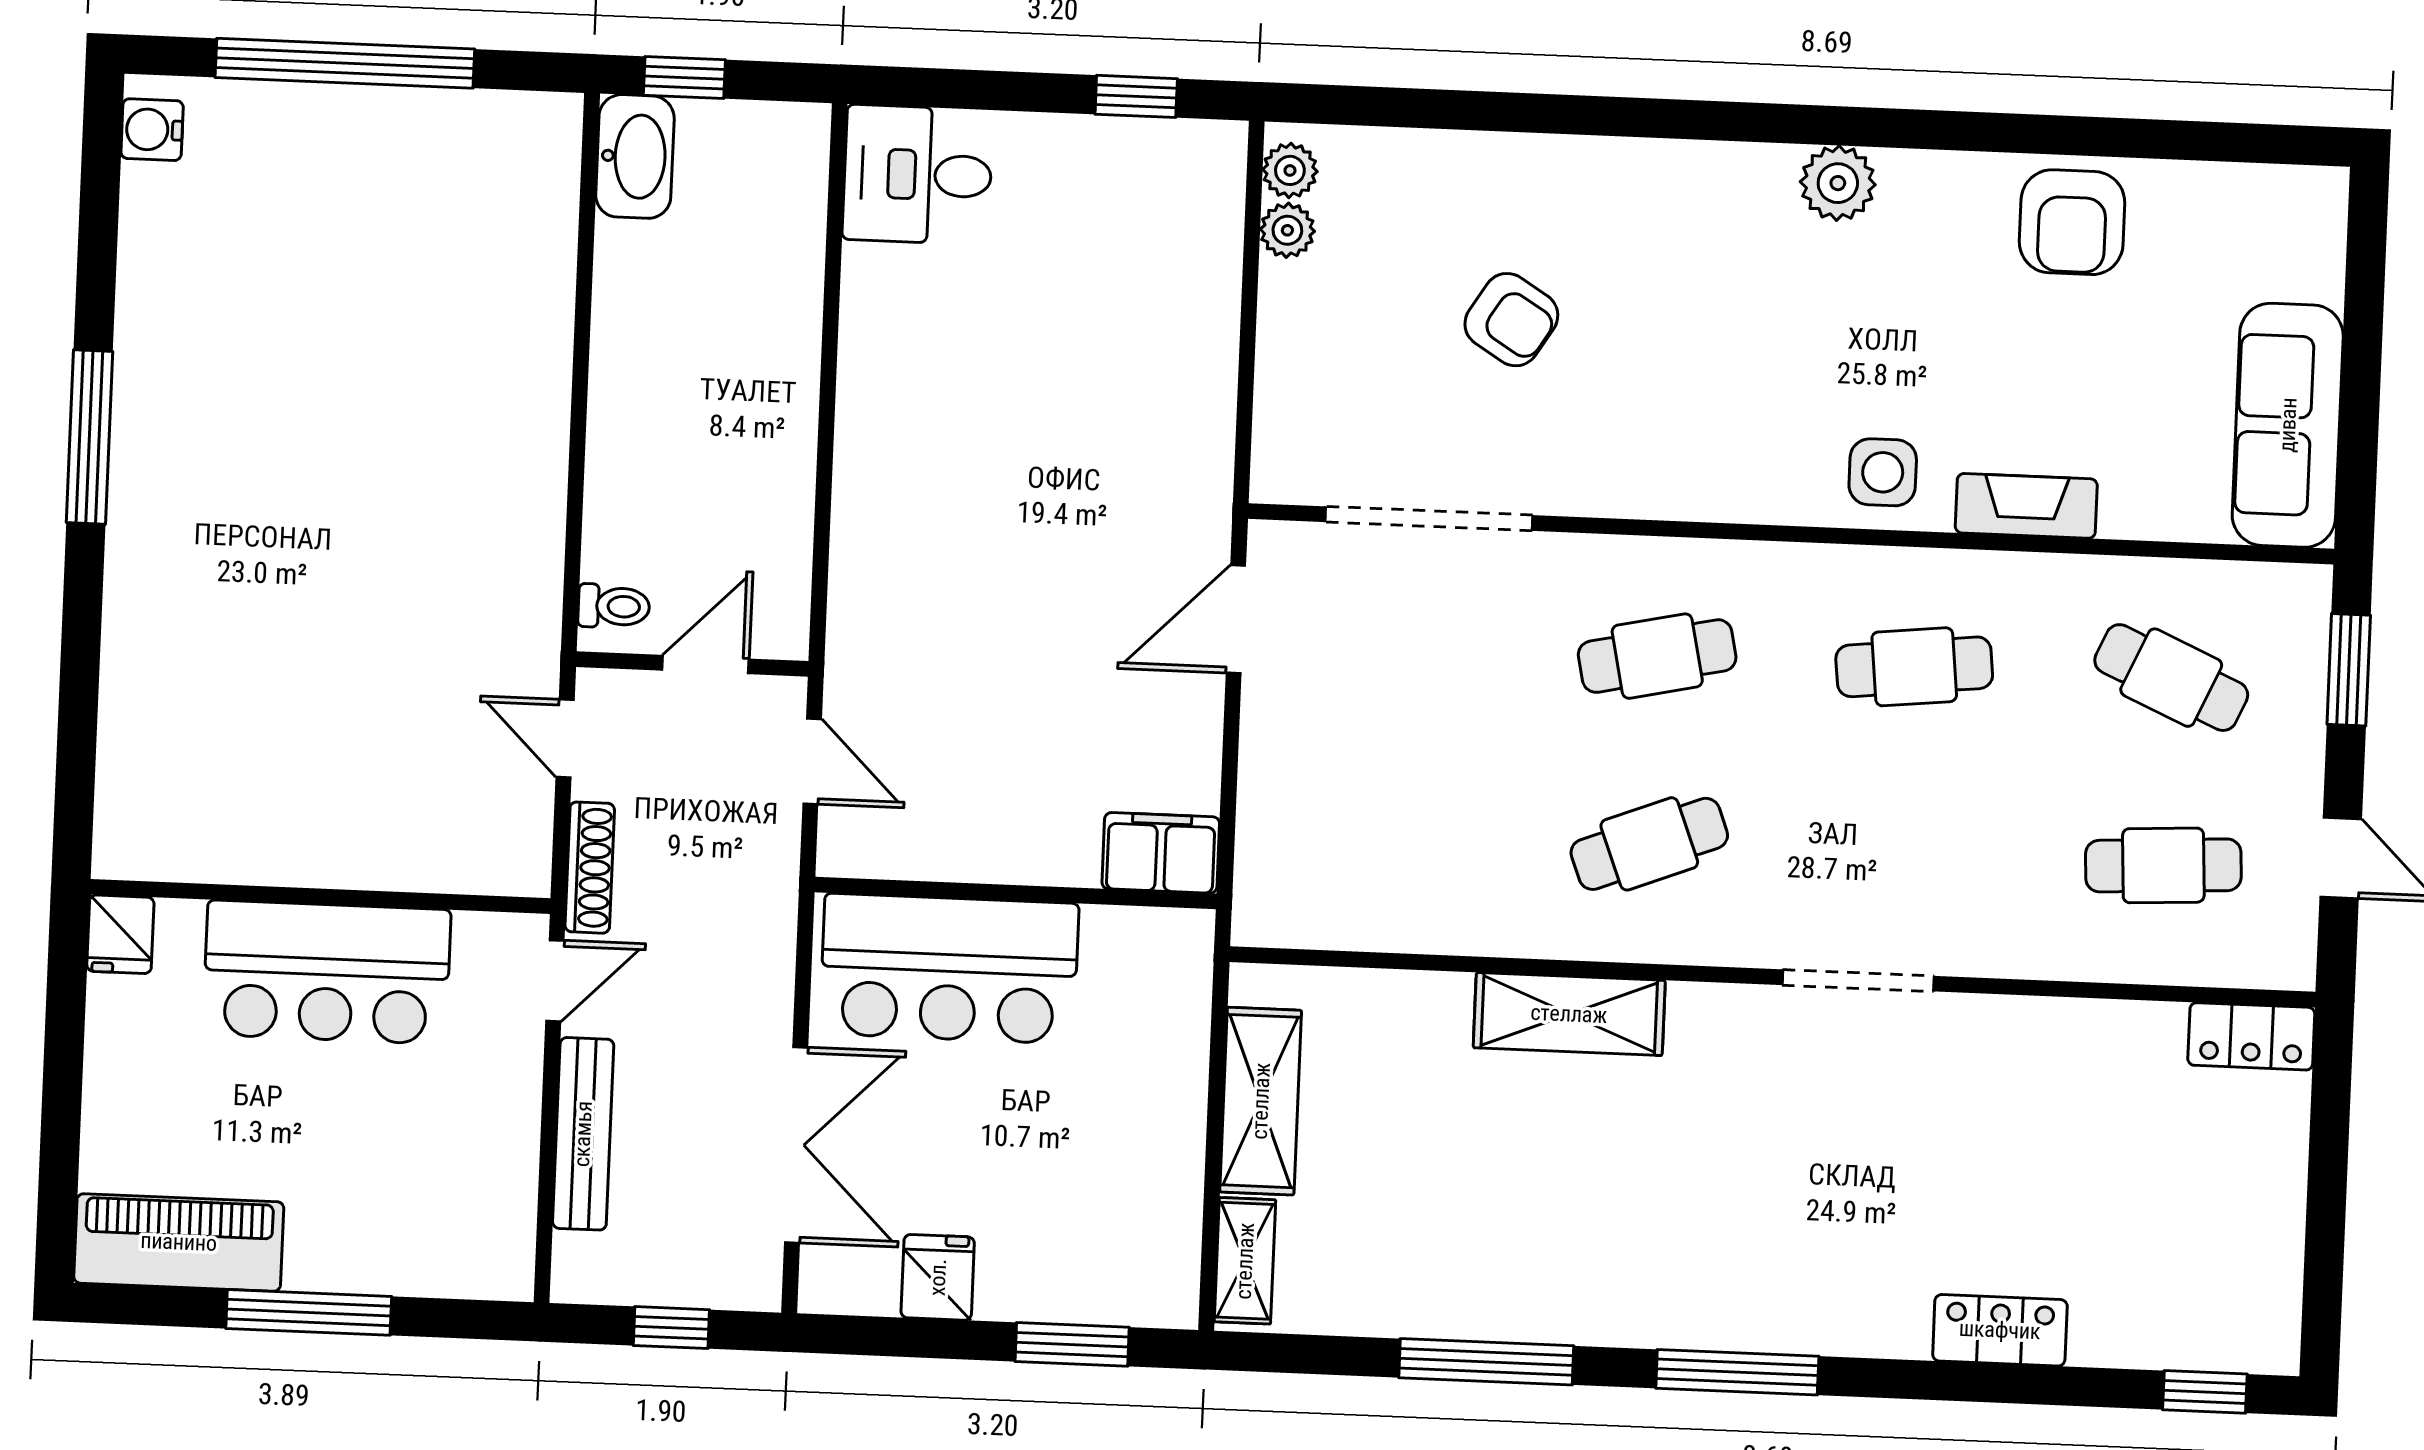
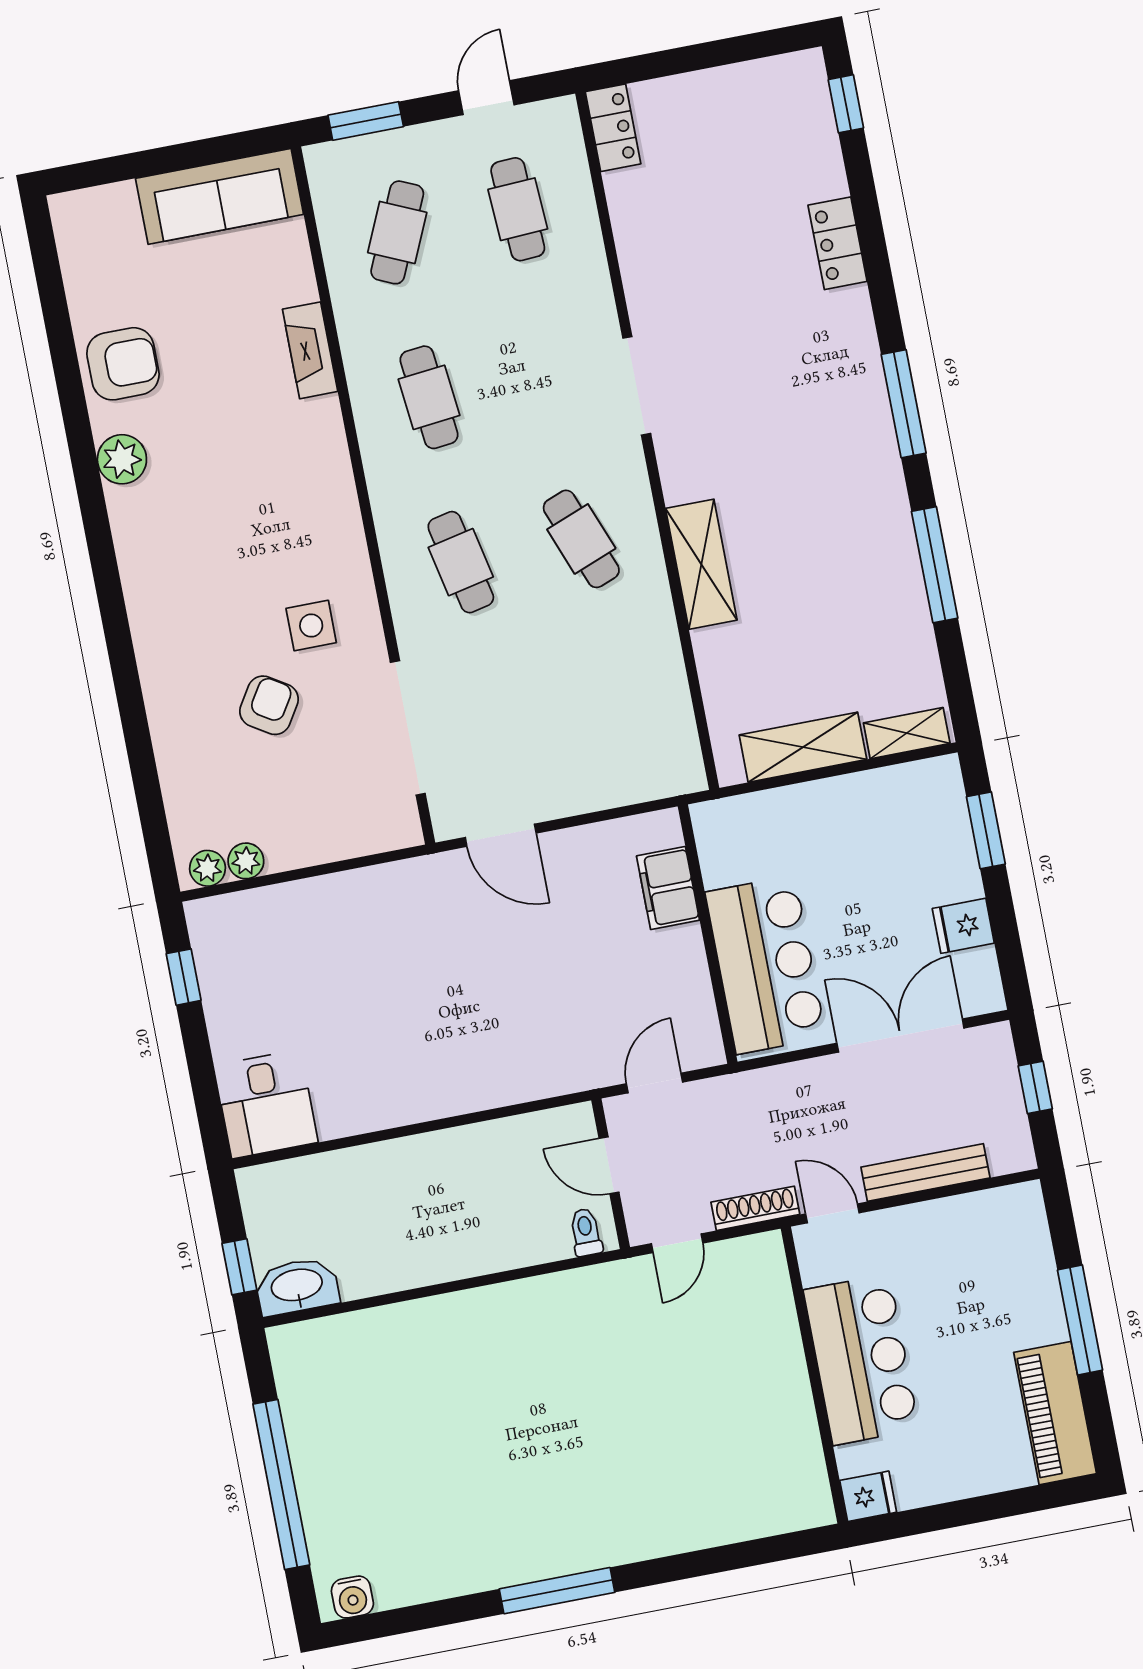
plant: (1838, 183) -> (122, 459), moved
side table: (1883, 472) -> (311, 625), moved
filing cabinet: (1161, 853) -> (668, 888), moved

